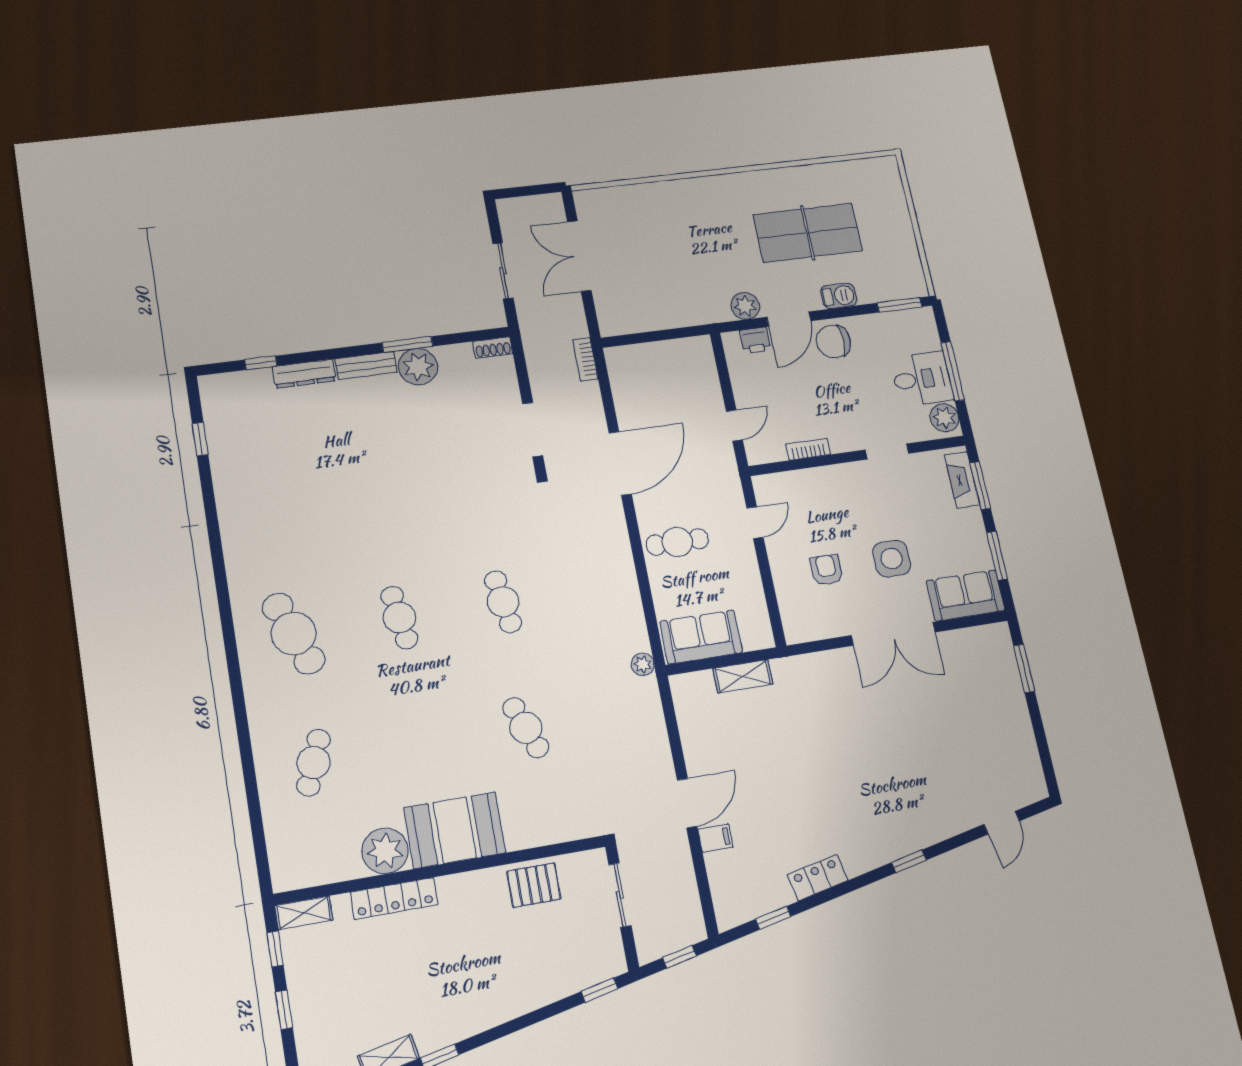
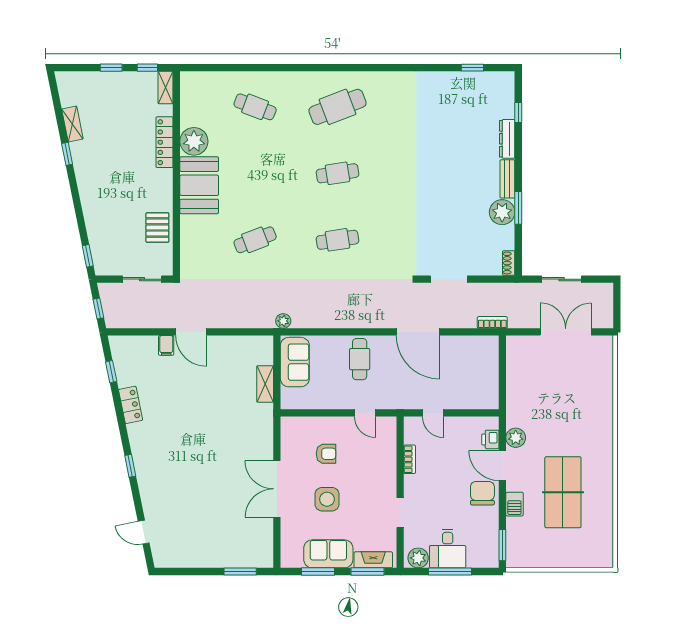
sofa: (966, 596) -> (328, 554), moved, turned -90

